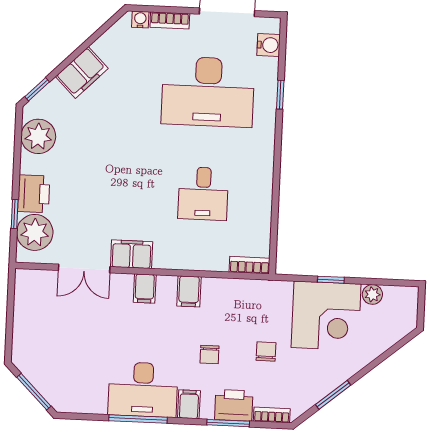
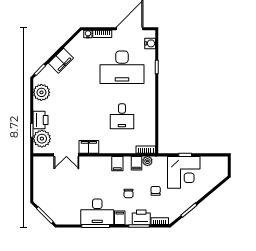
filing cabinet: (145, 288) -> (137, 163), moved
plant: (372, 294) -> (147, 161), moved

